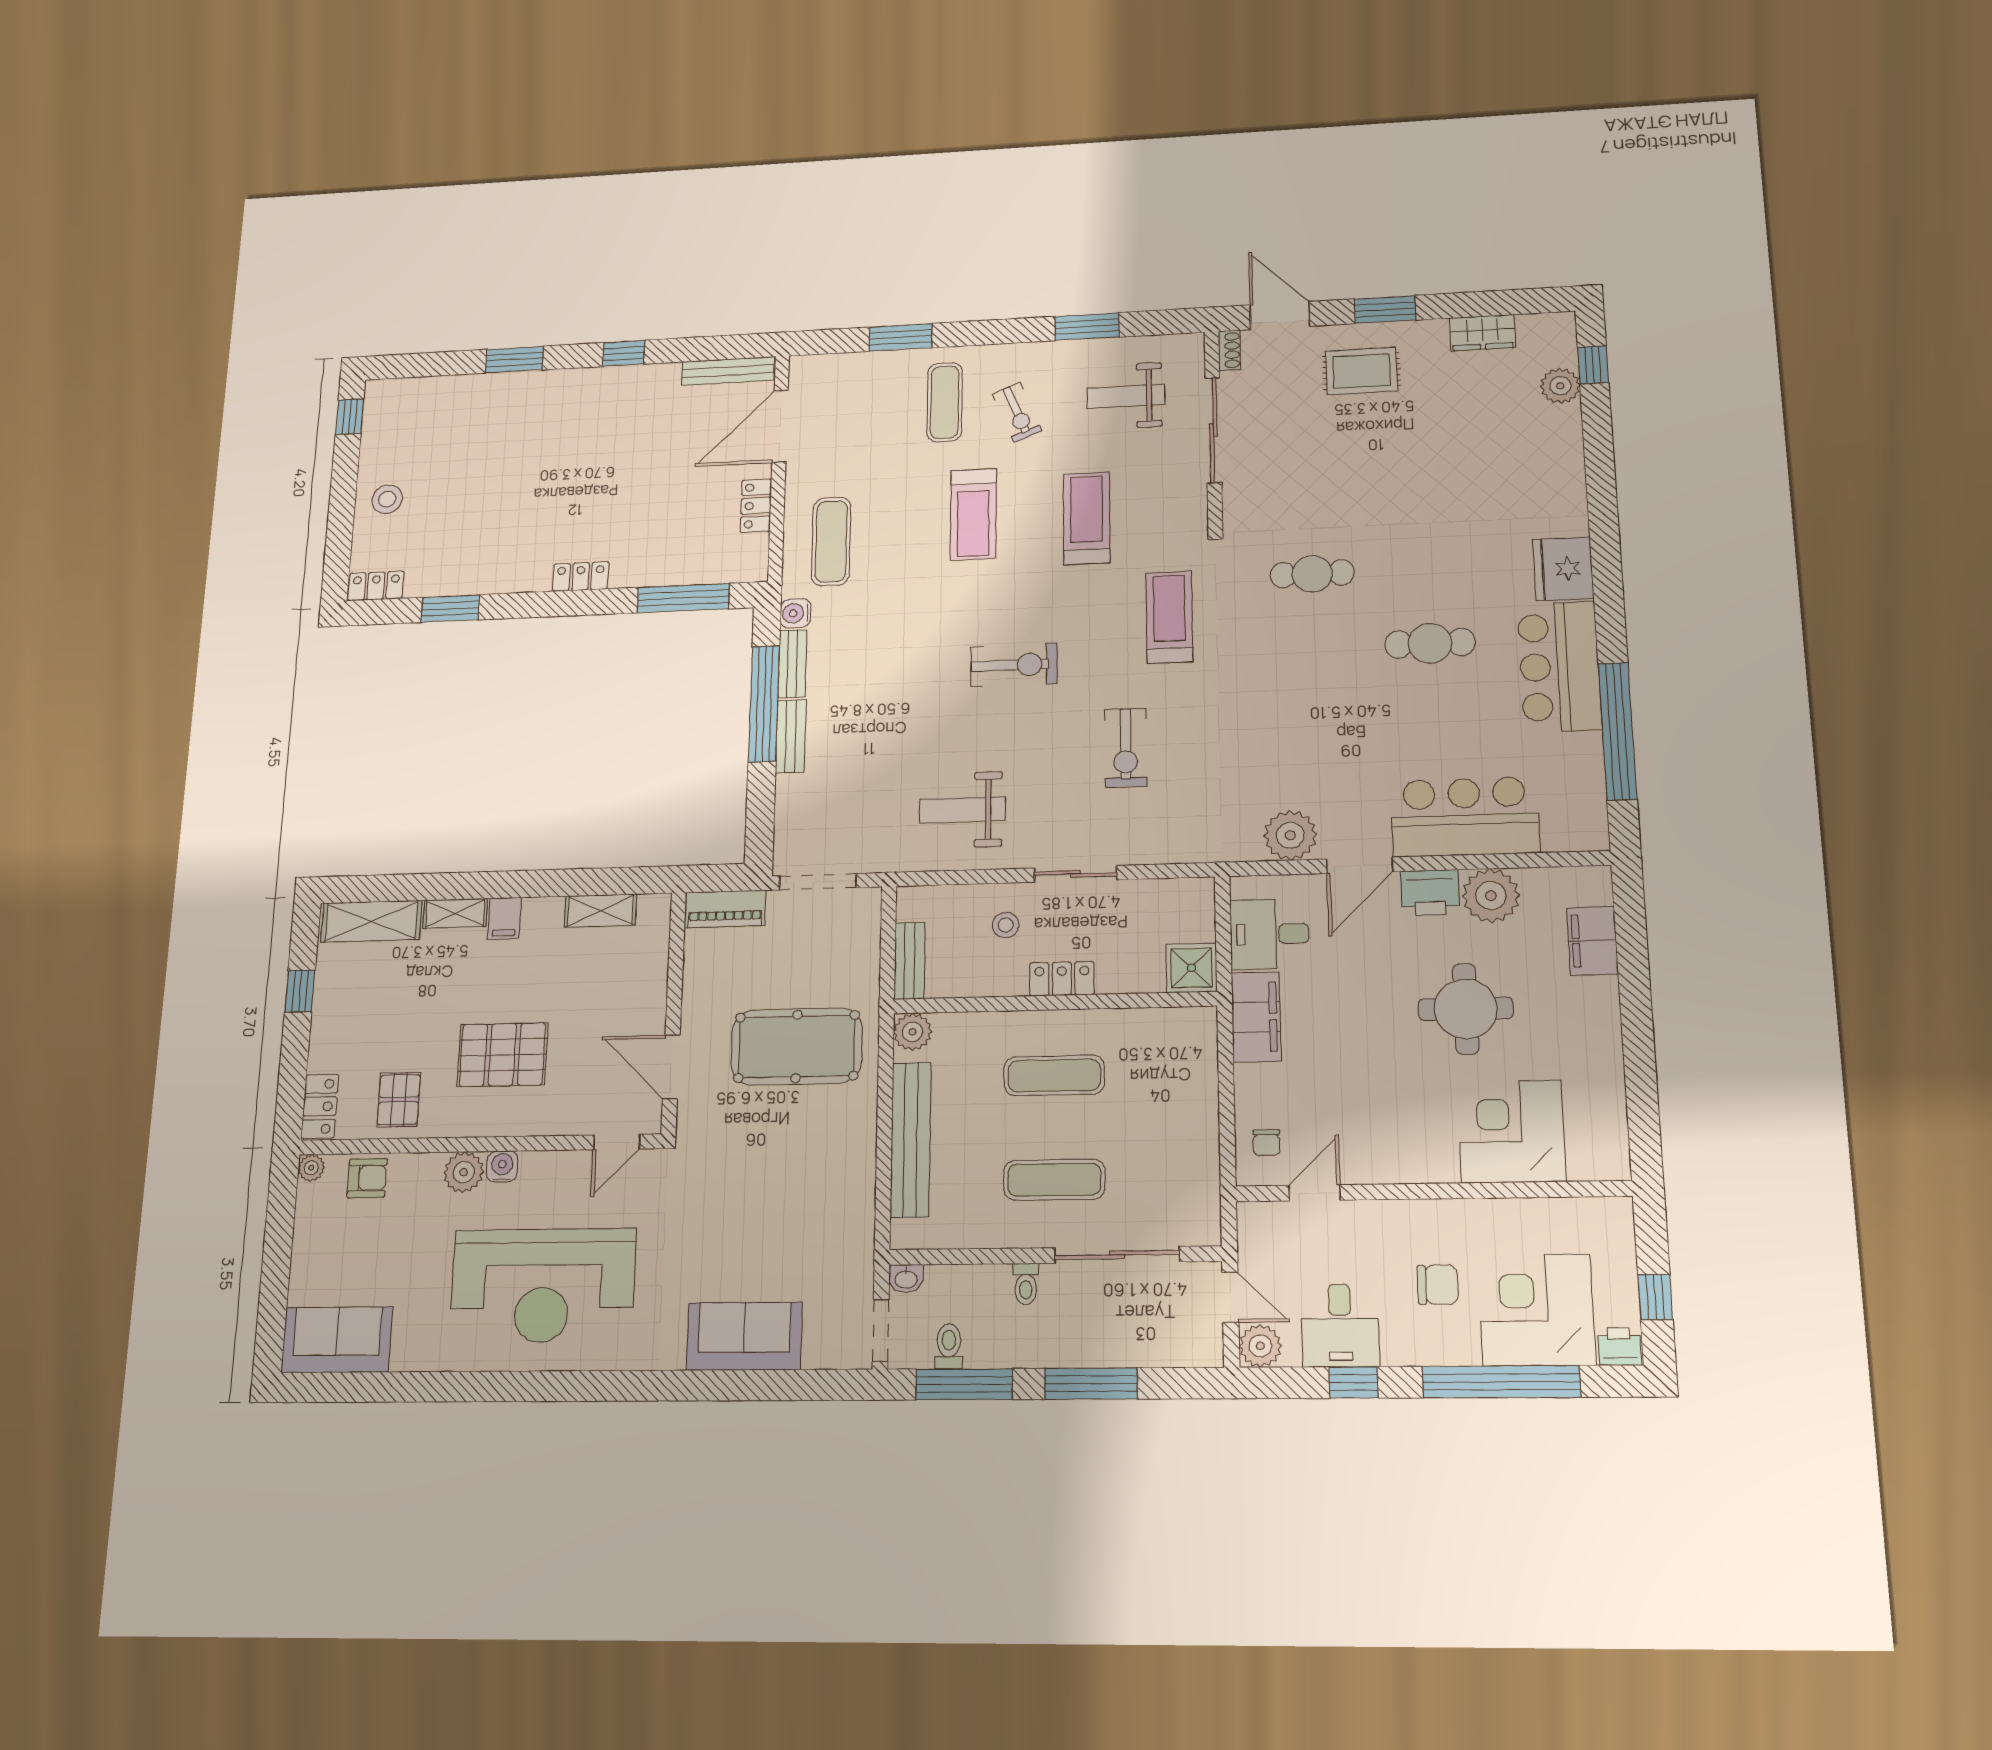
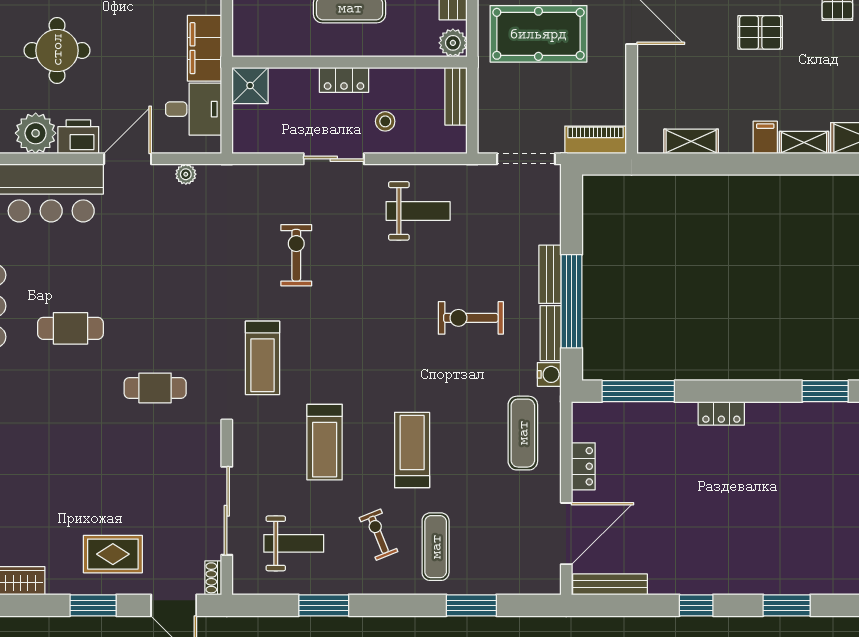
exercise bike: (1014, 665) -> (471, 318), moved
plant: (1290, 835) -> (186, 174), width x0.53, depth x0.53
pallet: (502, 1055) -> (760, 32), width x0.67, depth x0.71

